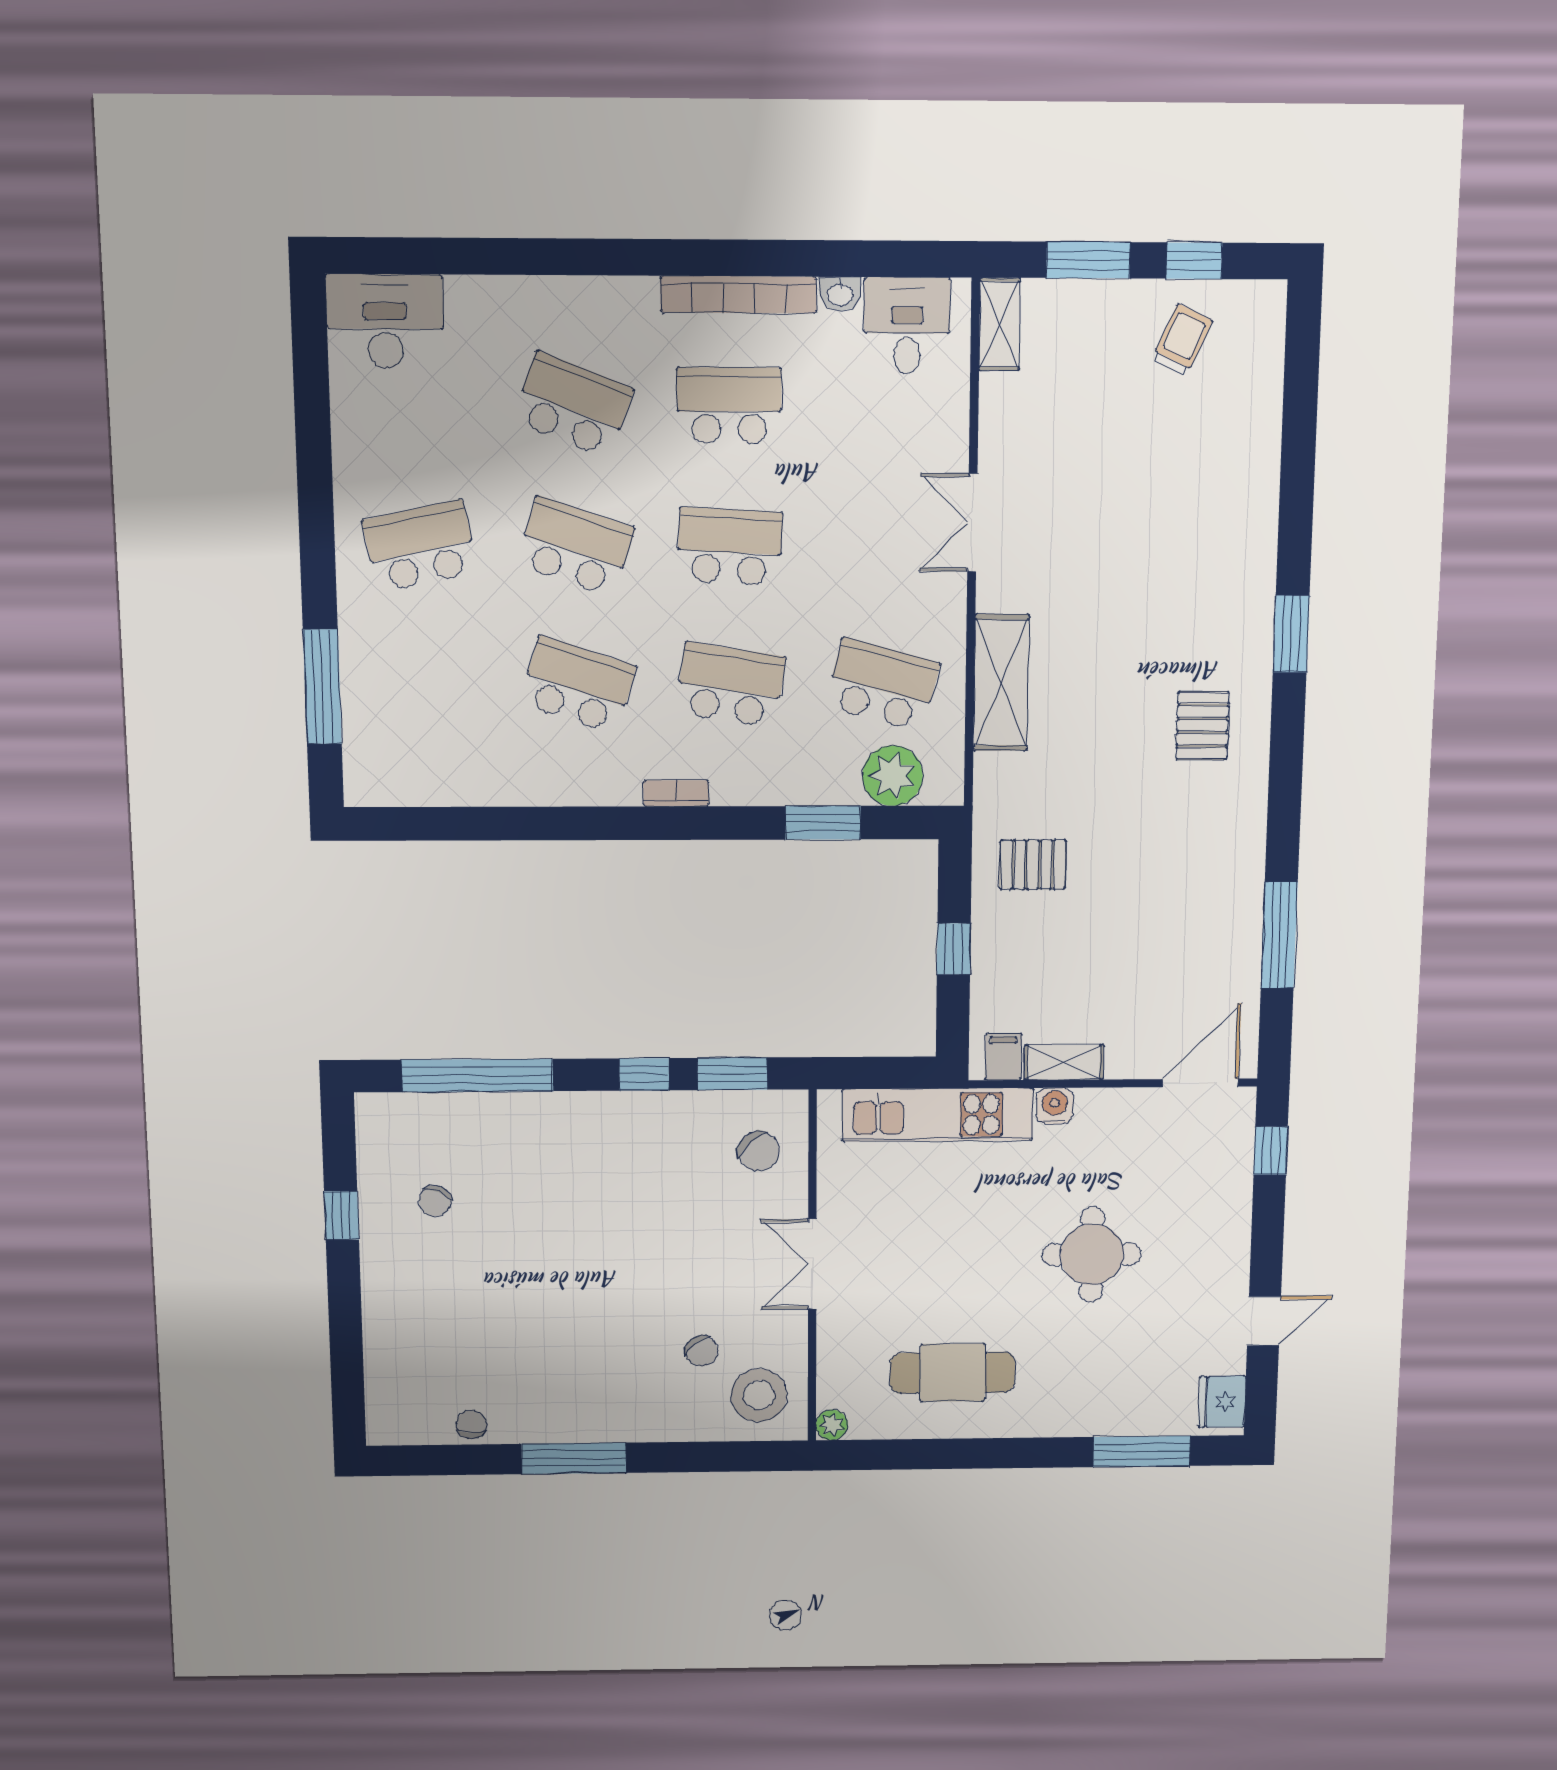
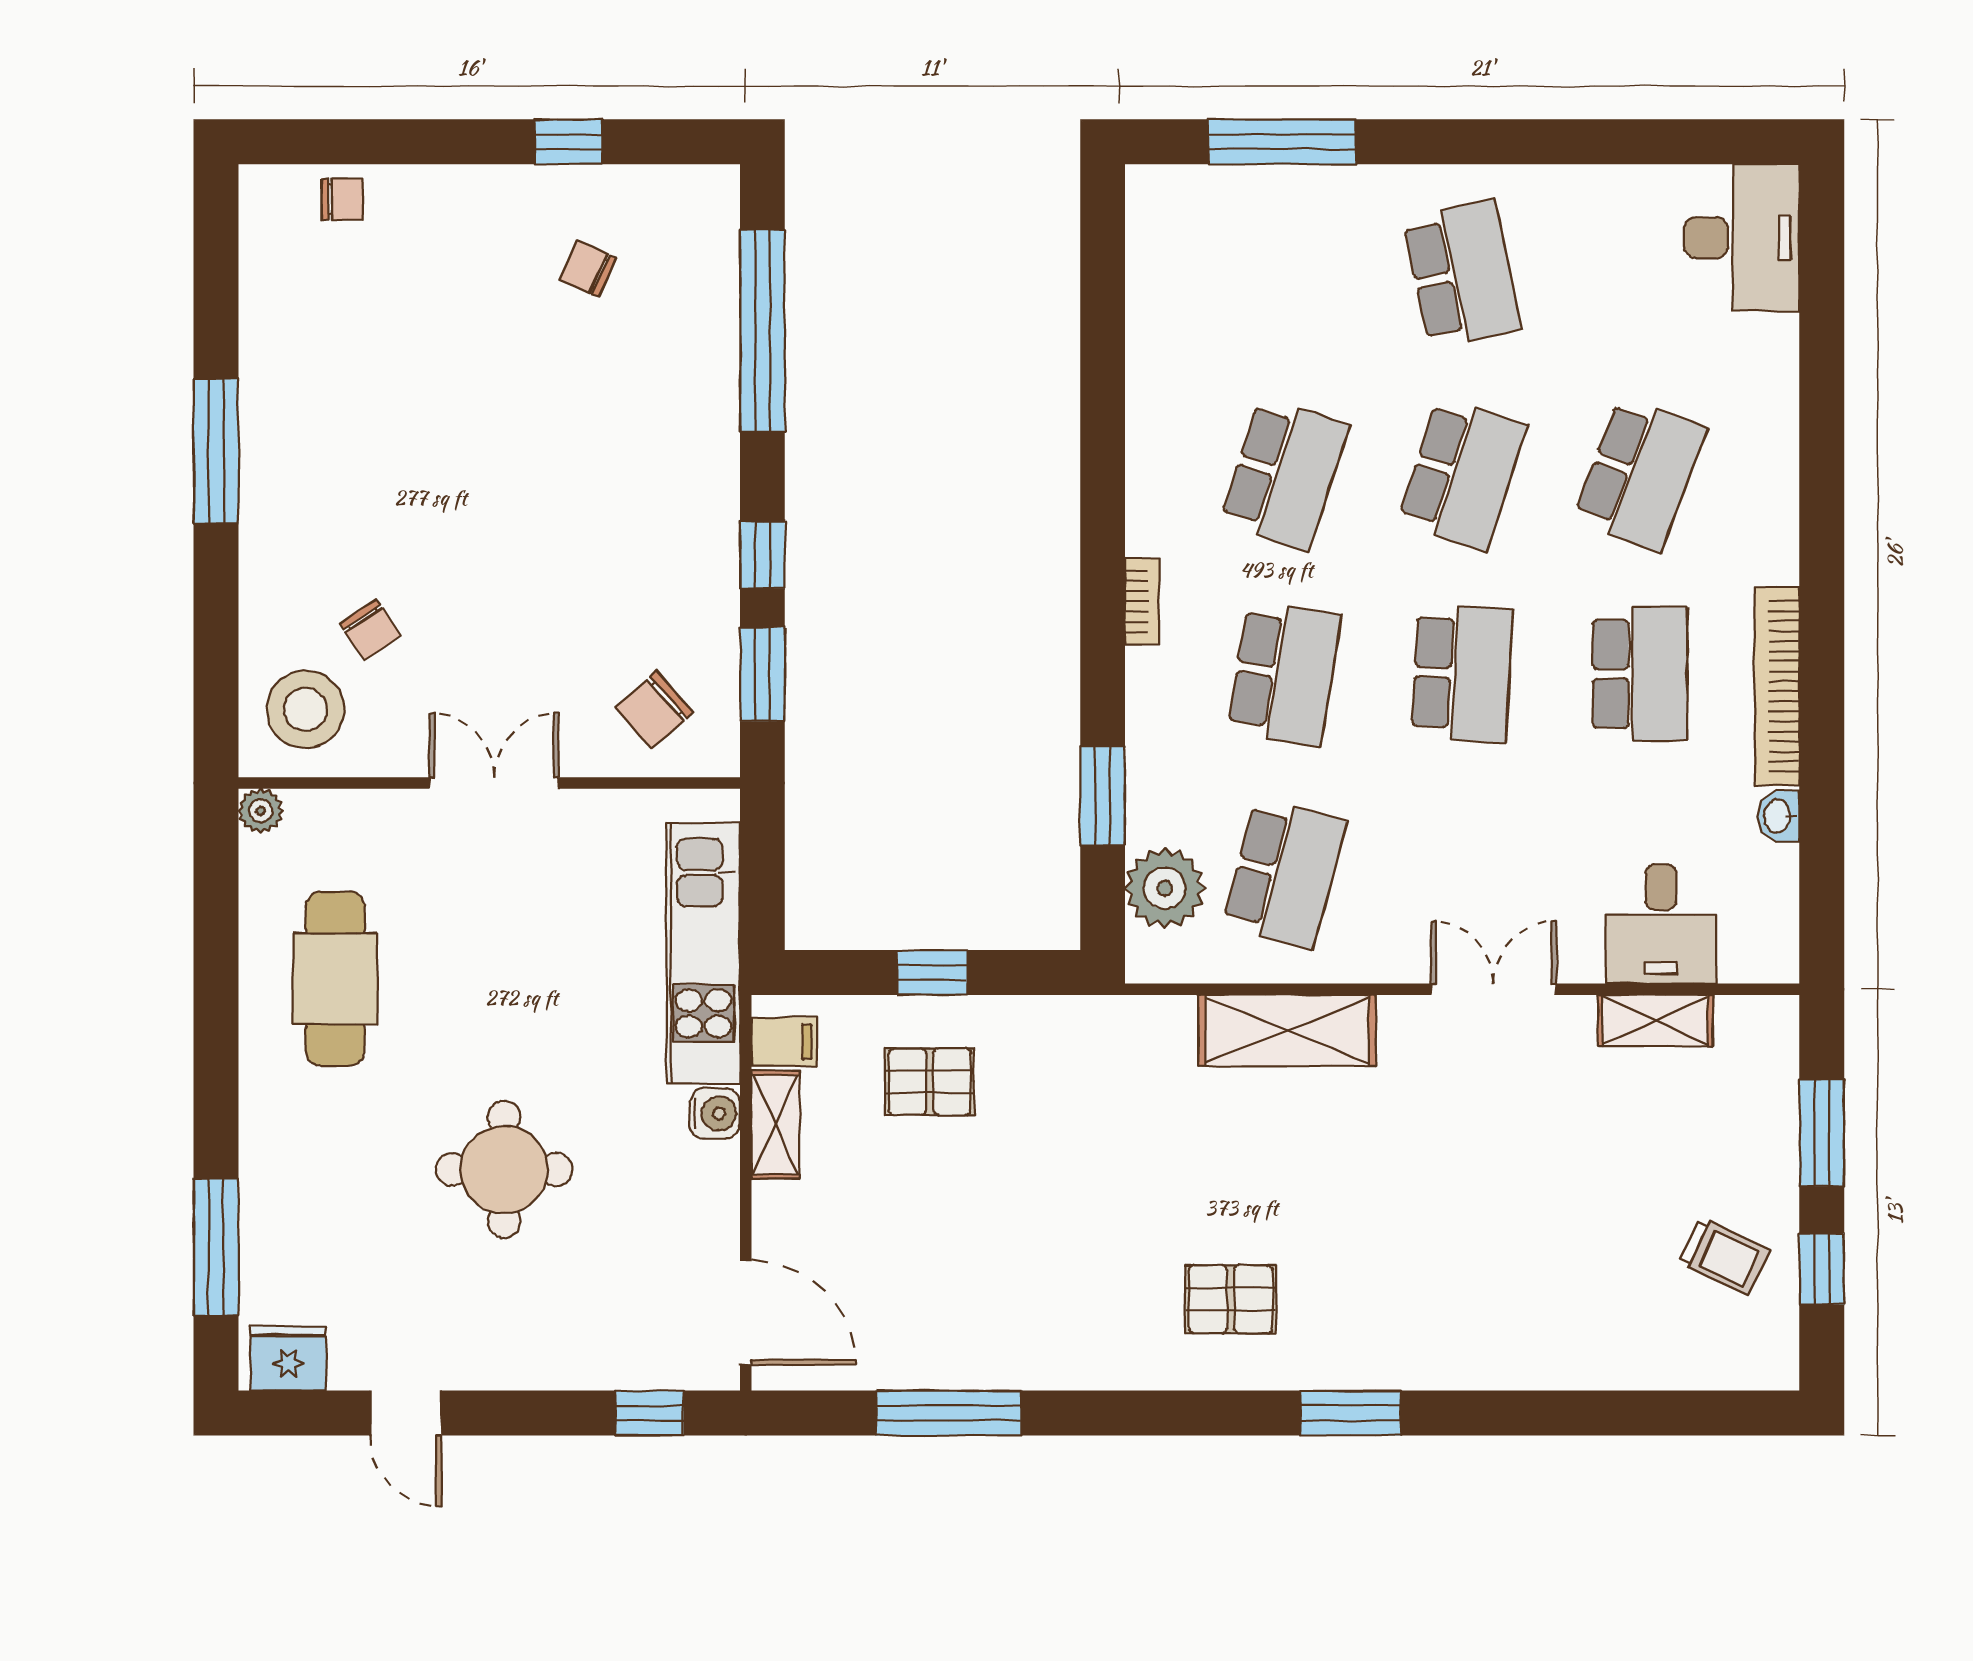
shelving: (1000, 324) -> (1655, 1021), moved
desk: (907, 326) -> (1661, 924), moved, turned 90
pallet: (1033, 865) -> (930, 1082), moved, turned 90
chair: (701, 1351) -> (370, 630), turned -86
chair: (472, 1424) -> (342, 199), moved

